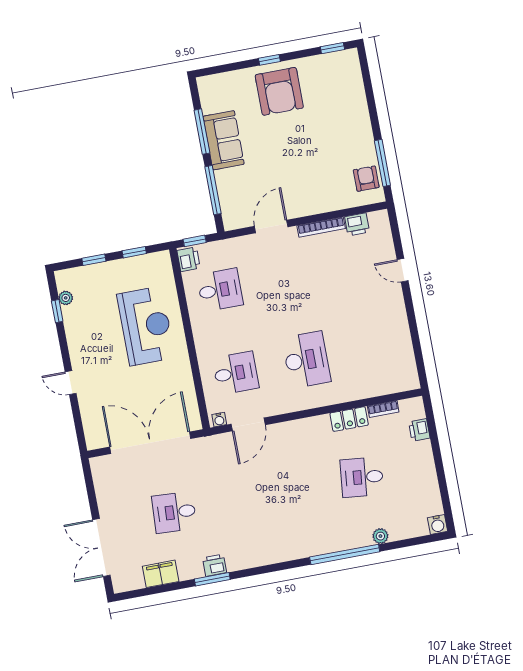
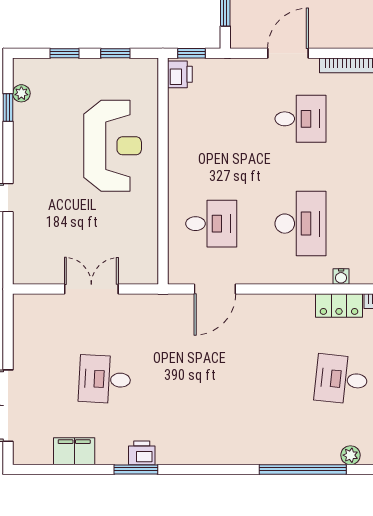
desk: (220, 290) -> (300, 119), moved
water cooler: (219, 420) -> (341, 277), moved
double door: (150, 443) -> (91, 289), width x0.54

